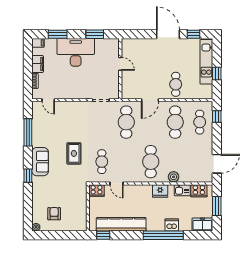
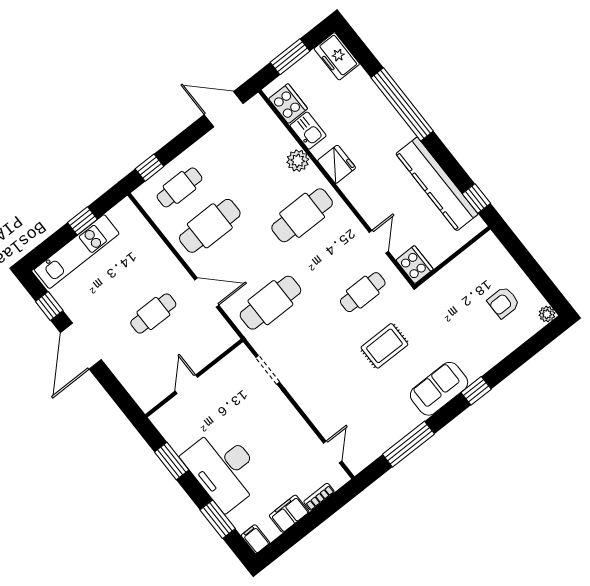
cafe table: (176, 84) -> (153, 314), moved
dishwasher: (172, 225) -> (375, 104), removed

